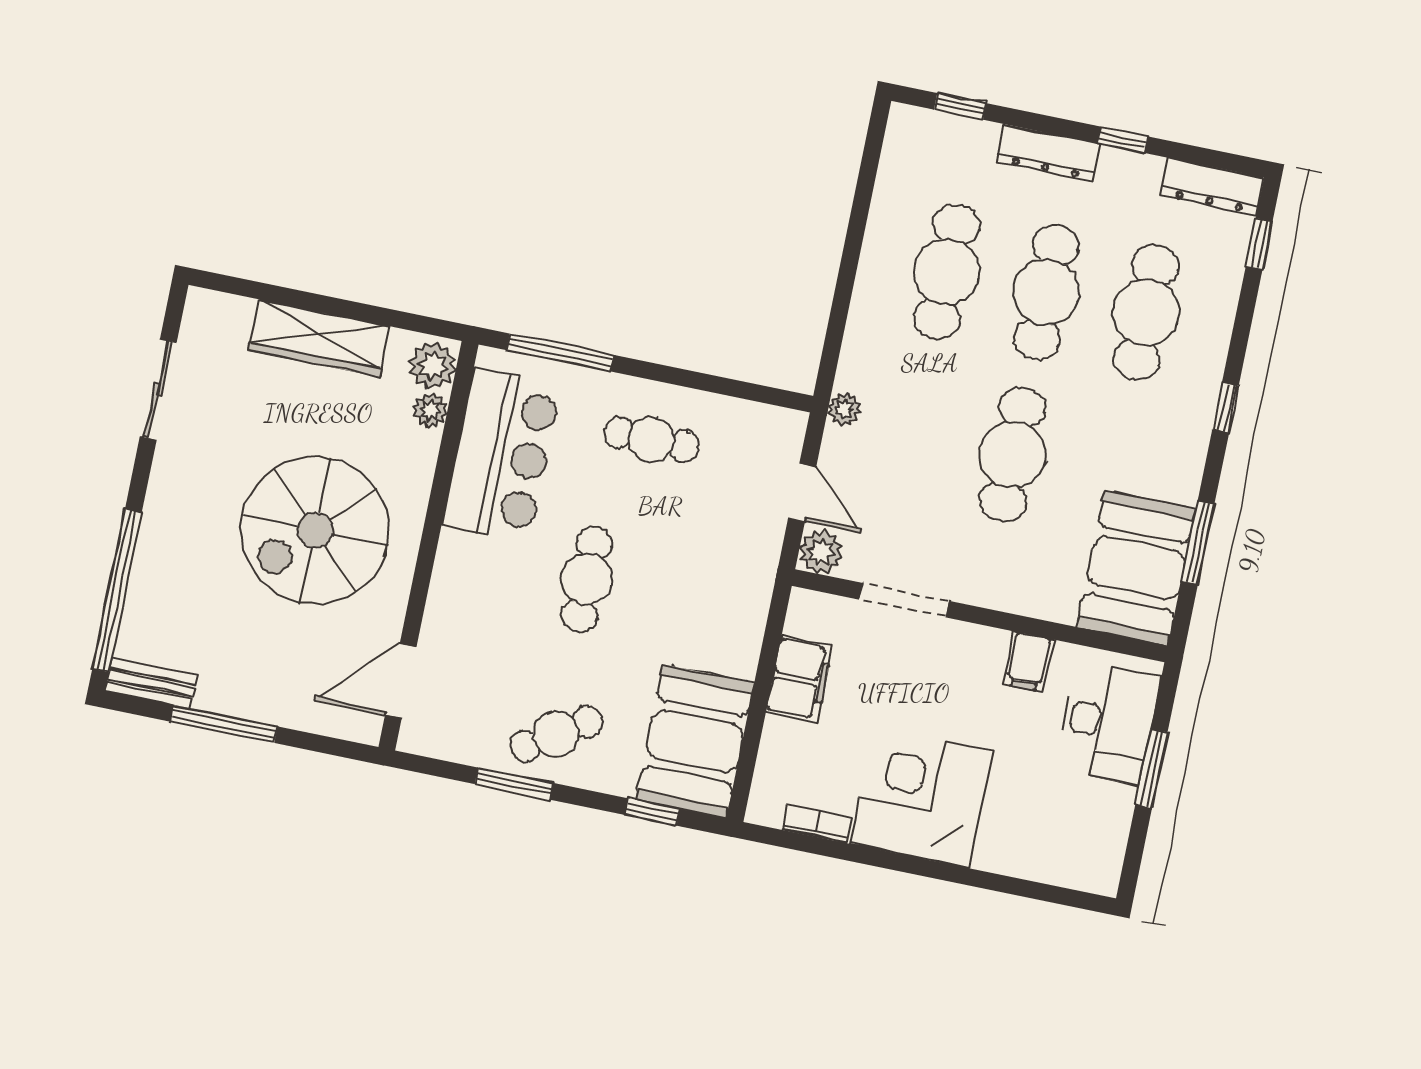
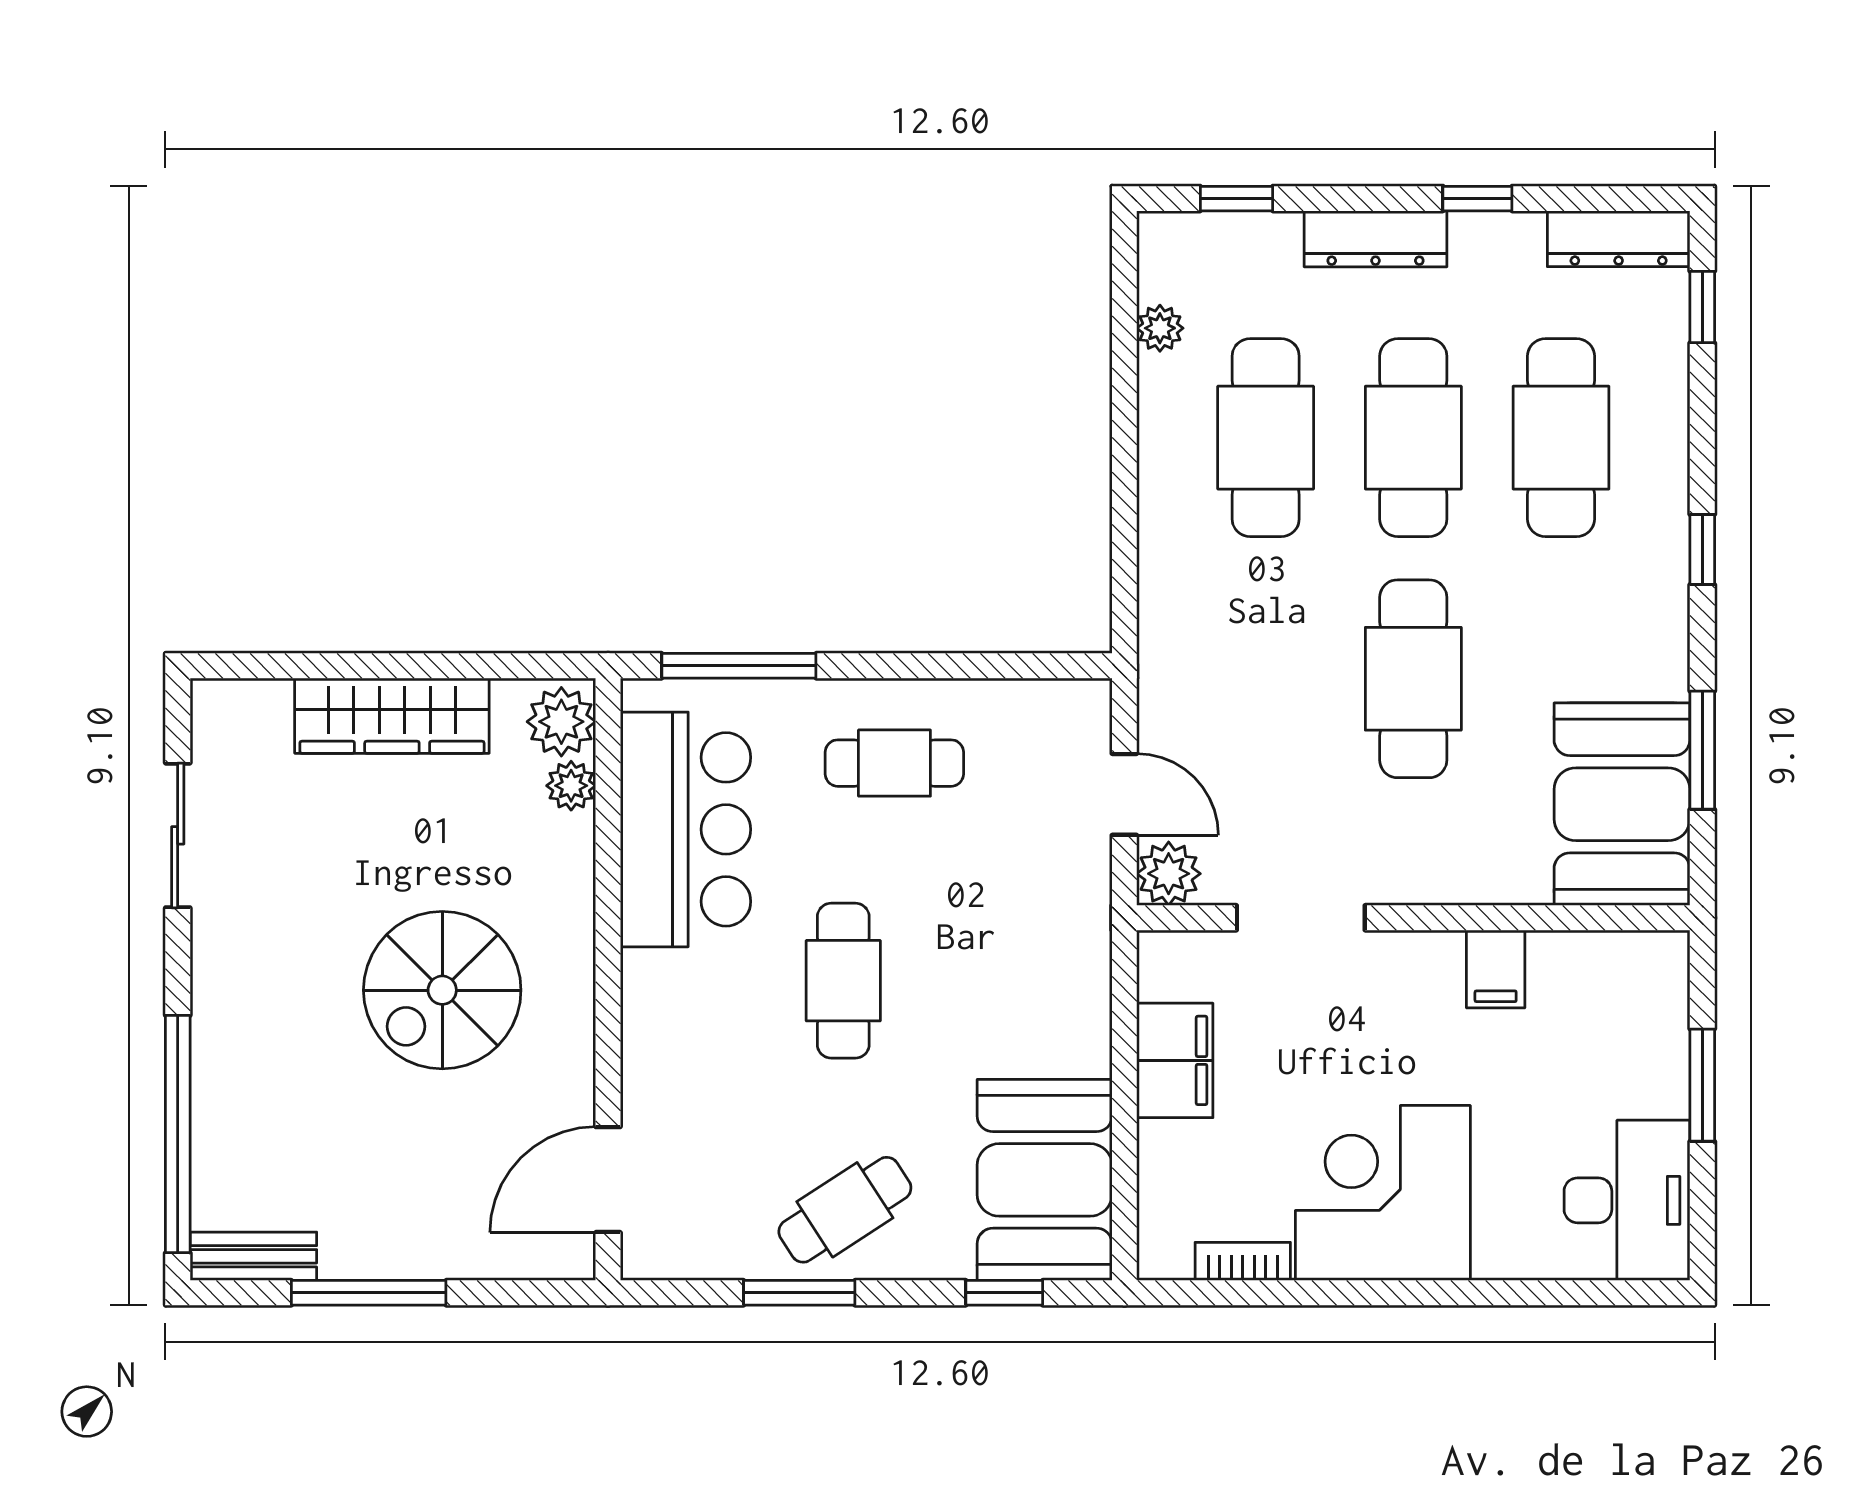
plant: (844, 409) -> (1160, 328), moved
spiral stairs: (315, 530) -> (442, 990), width x0.73, depth x0.73
desk: (1108, 723) -> (1627, 1200), moved

